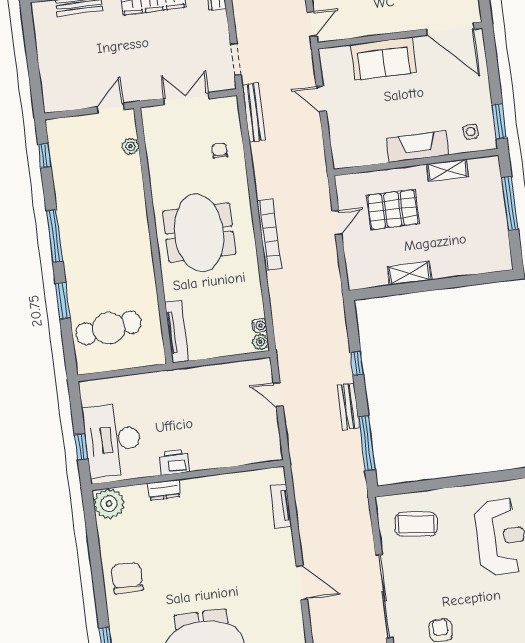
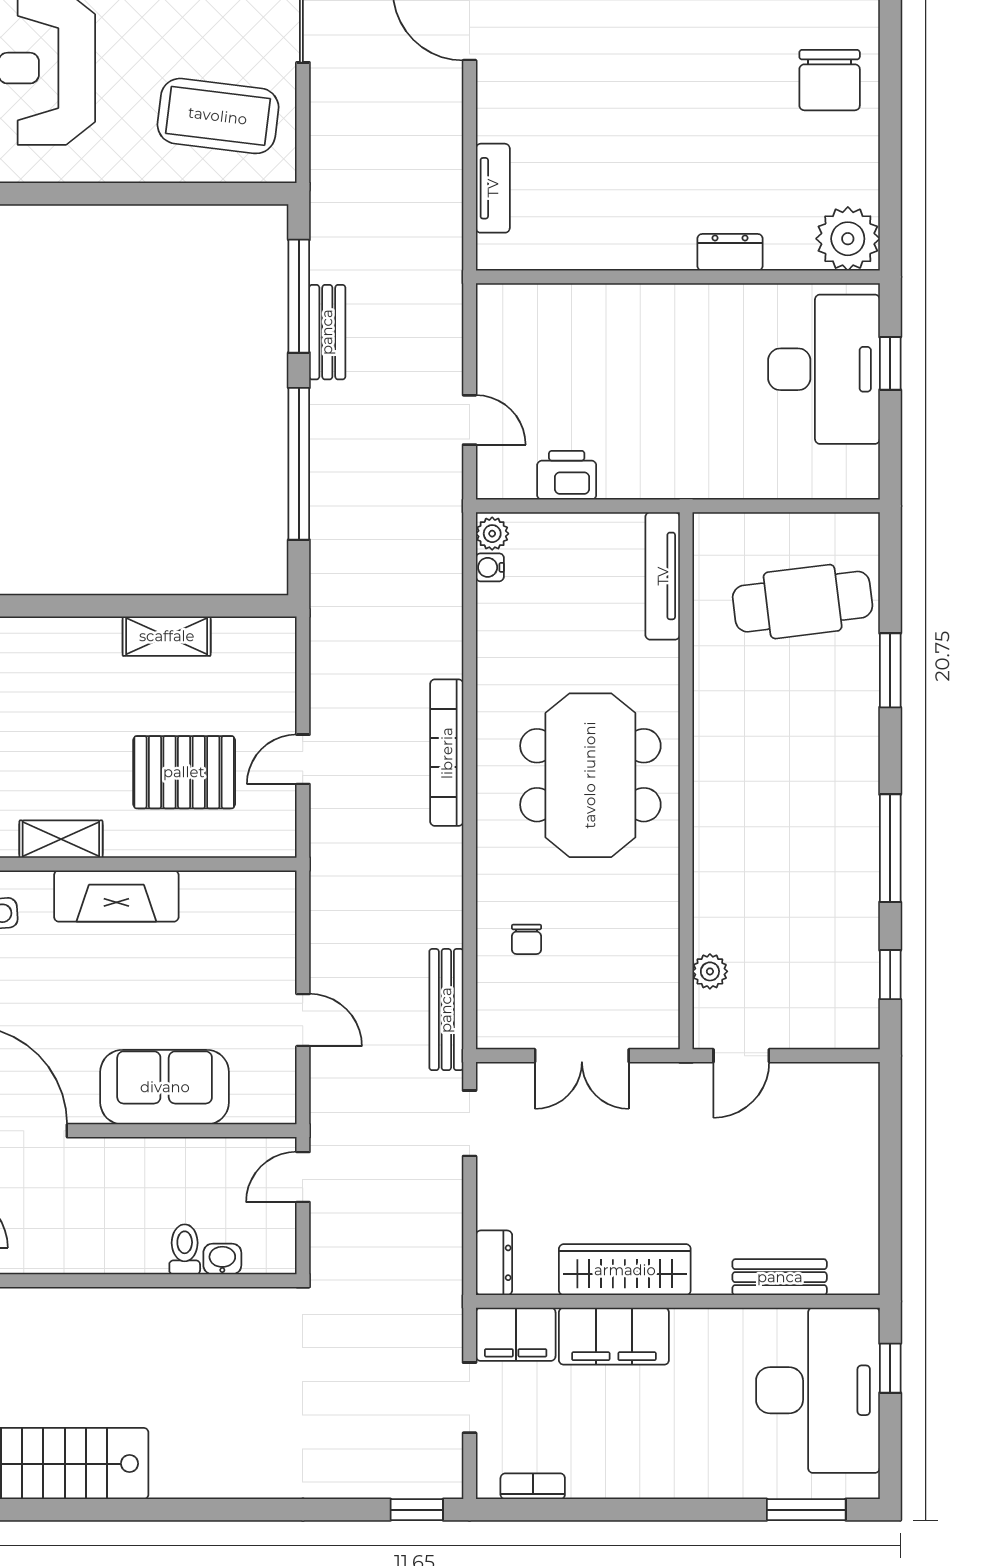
window: (55, 236) -> (890, 848), moved
window: (357, 363) -> (299, 464), width x3.17
bench: (348, 406) -> (327, 332), moved
printer: (174, 462) -> (567, 475), moved, turned 180
coffee table: (416, 524) -> (218, 116), width x1.36, depth x1.32

